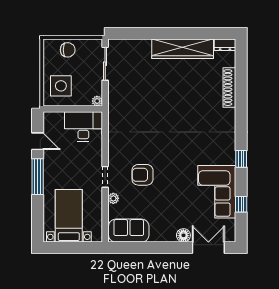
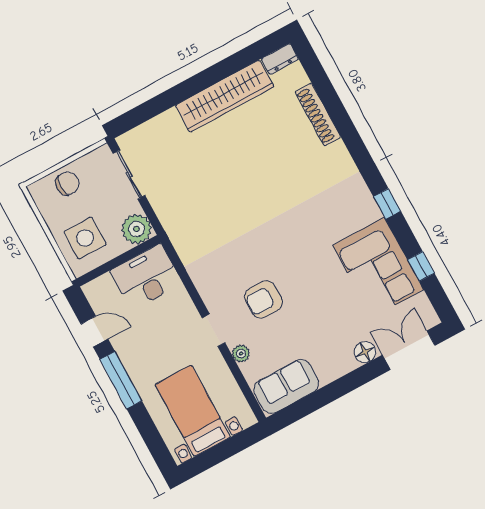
plant: (97, 101) -> (137, 229), width x1.88, depth x1.88

